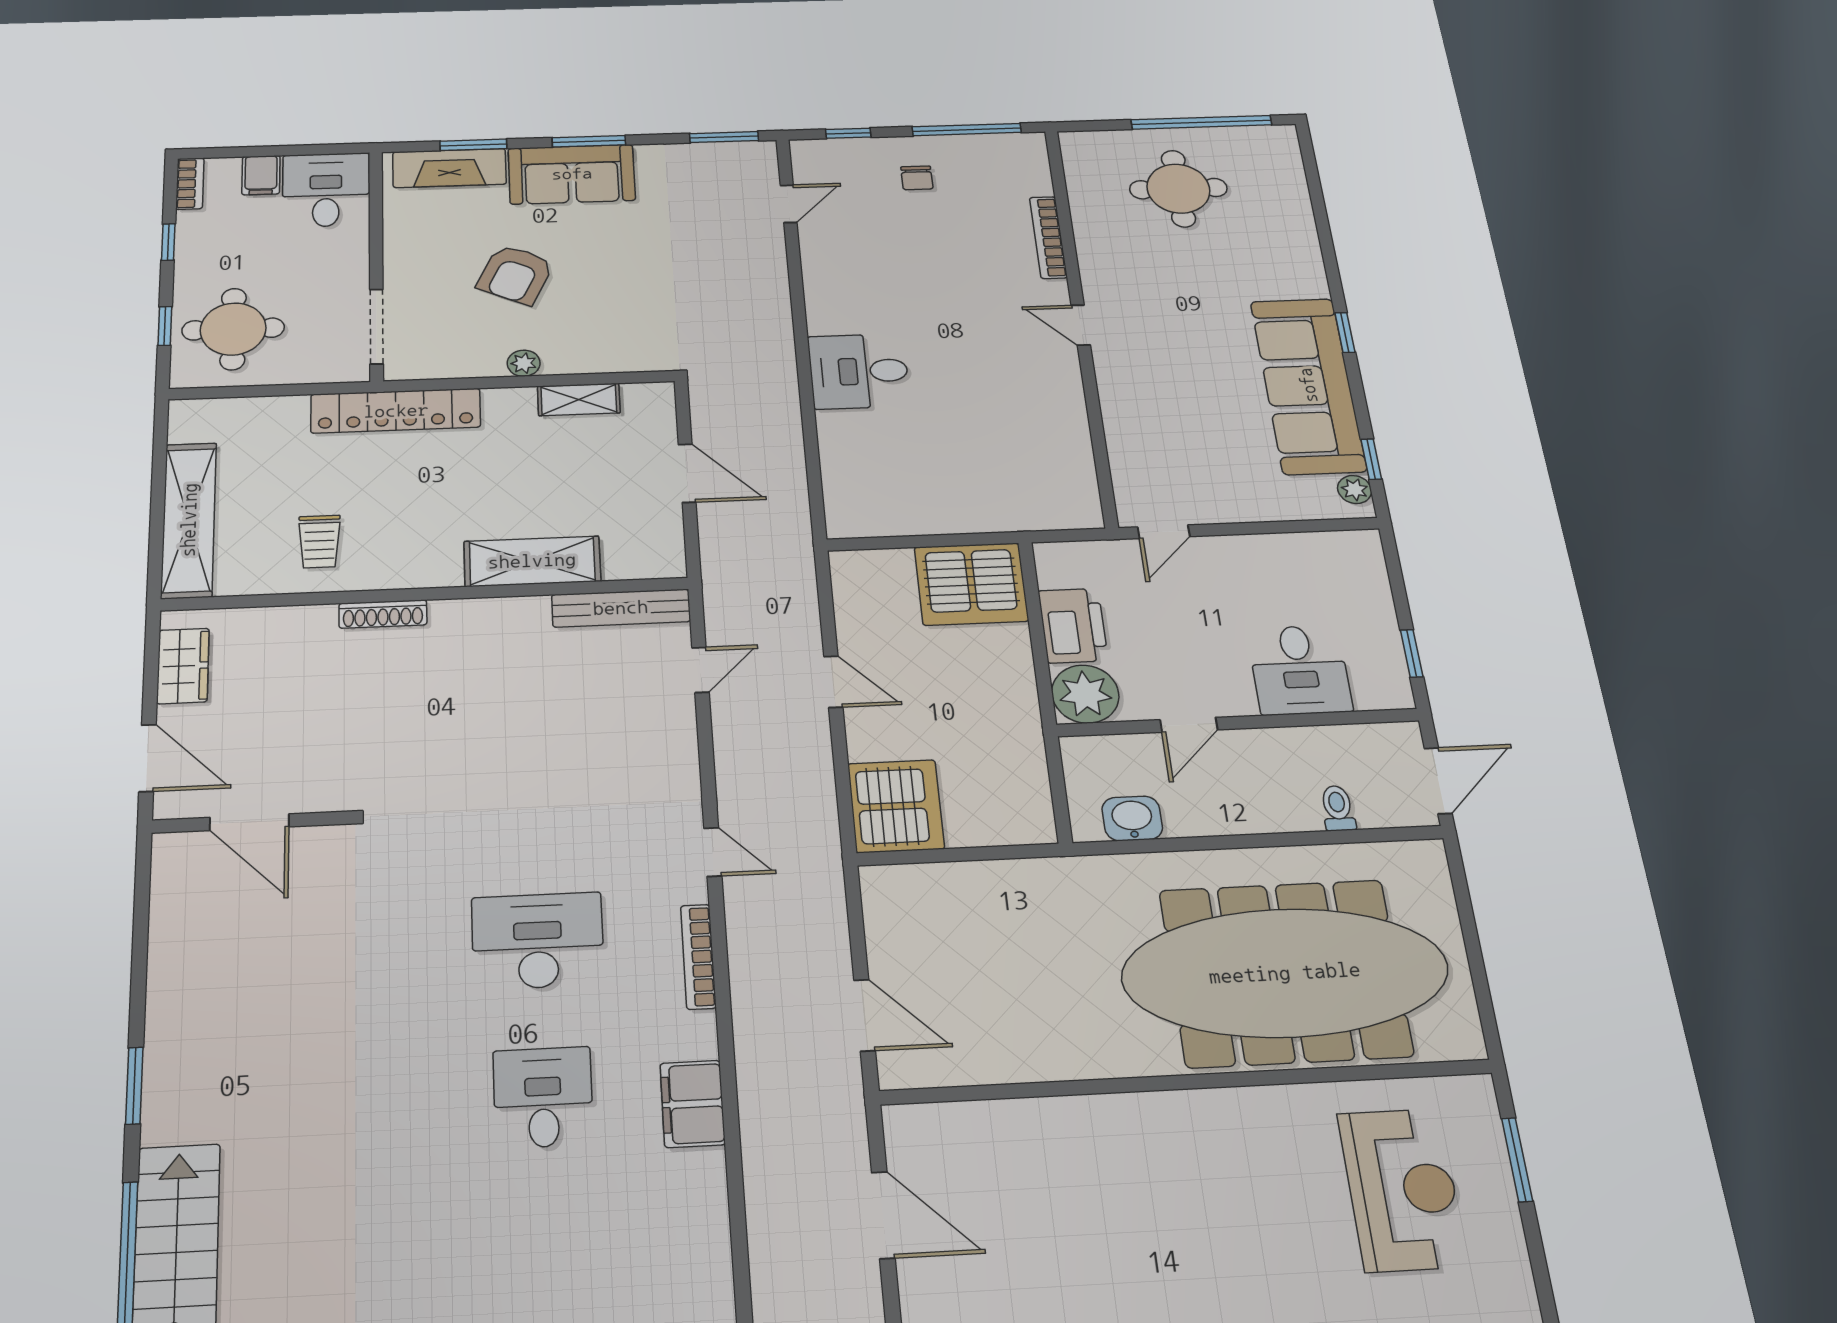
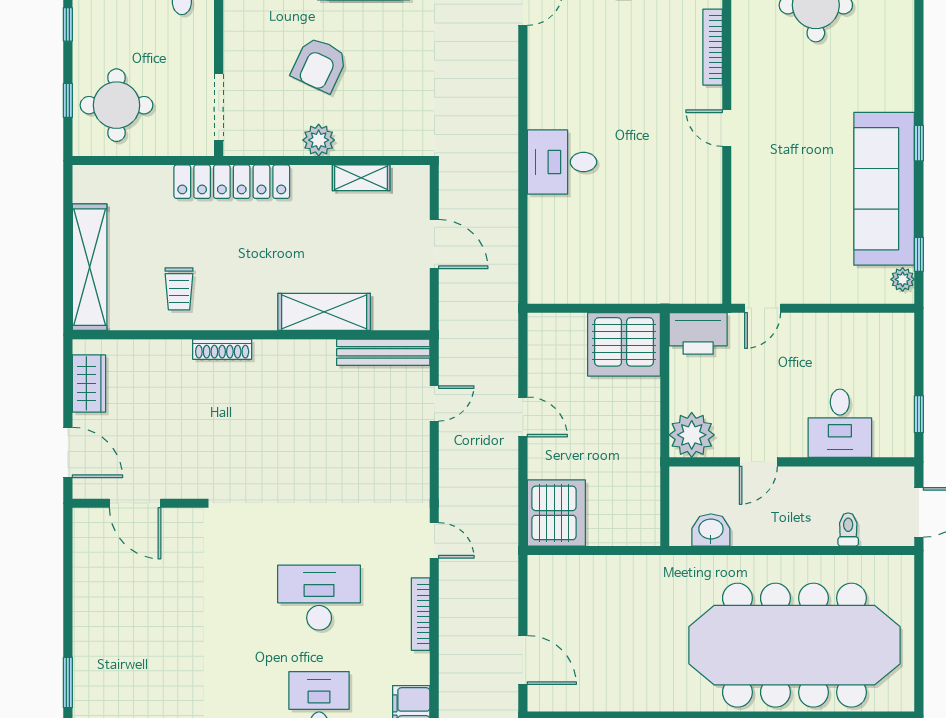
plant: (524, 363) -> (319, 140), width x1.38, depth x1.38
printer: (1073, 626) -> (698, 333), moved, turned 90

